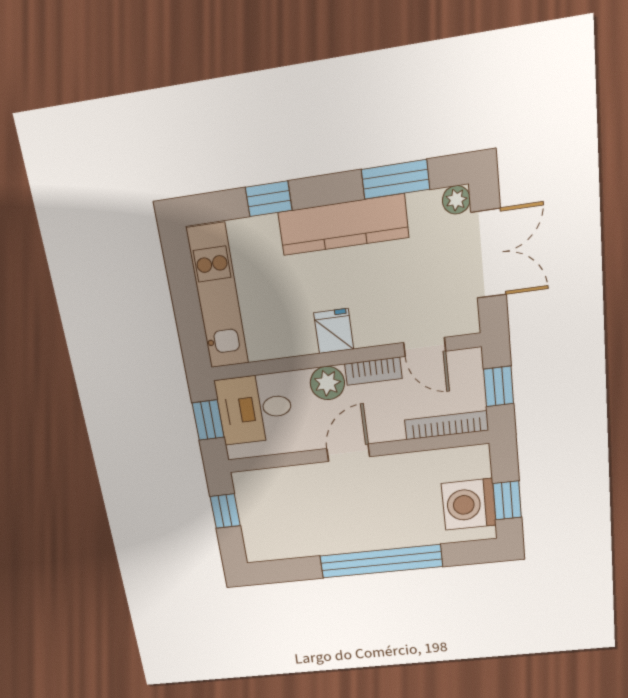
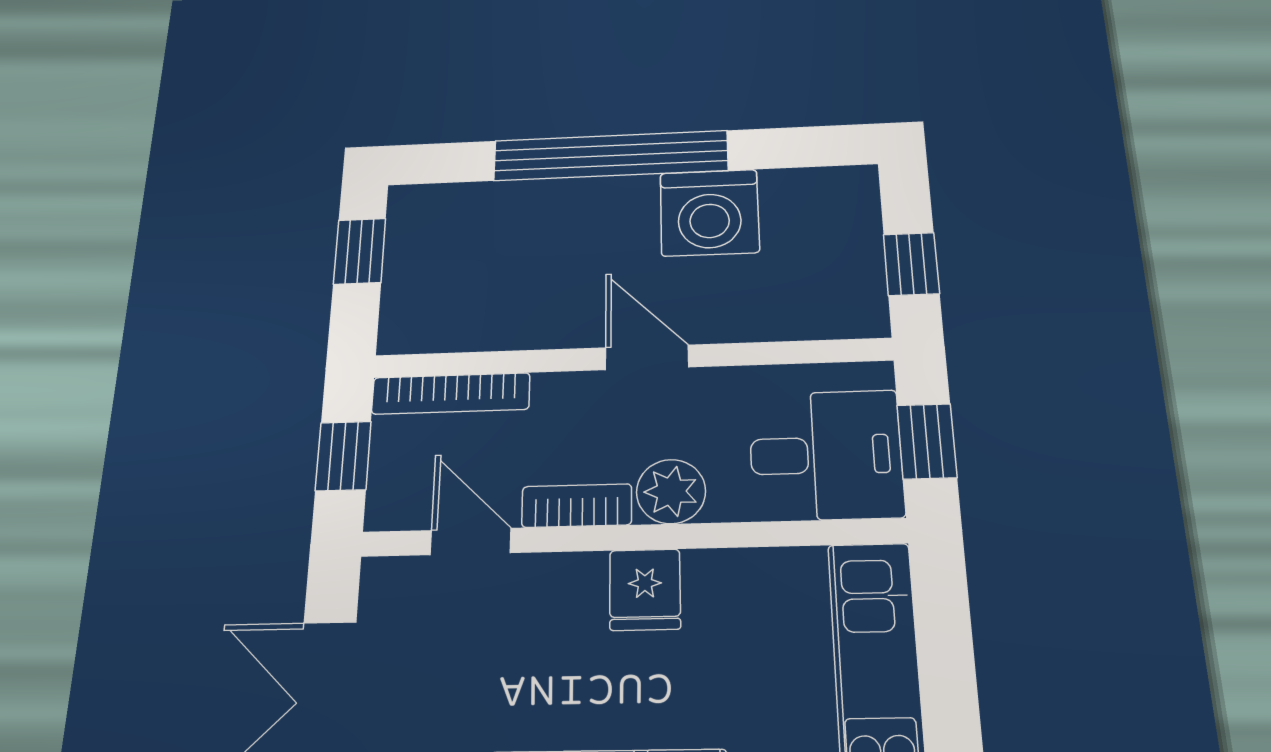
door: (348, 453) -> (647, 357), swing flipped
washing machine: (469, 504) -> (709, 213), moved, turned 90

